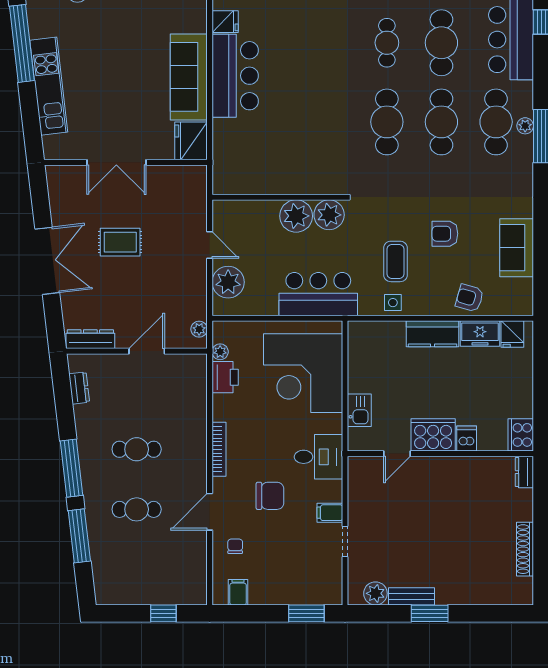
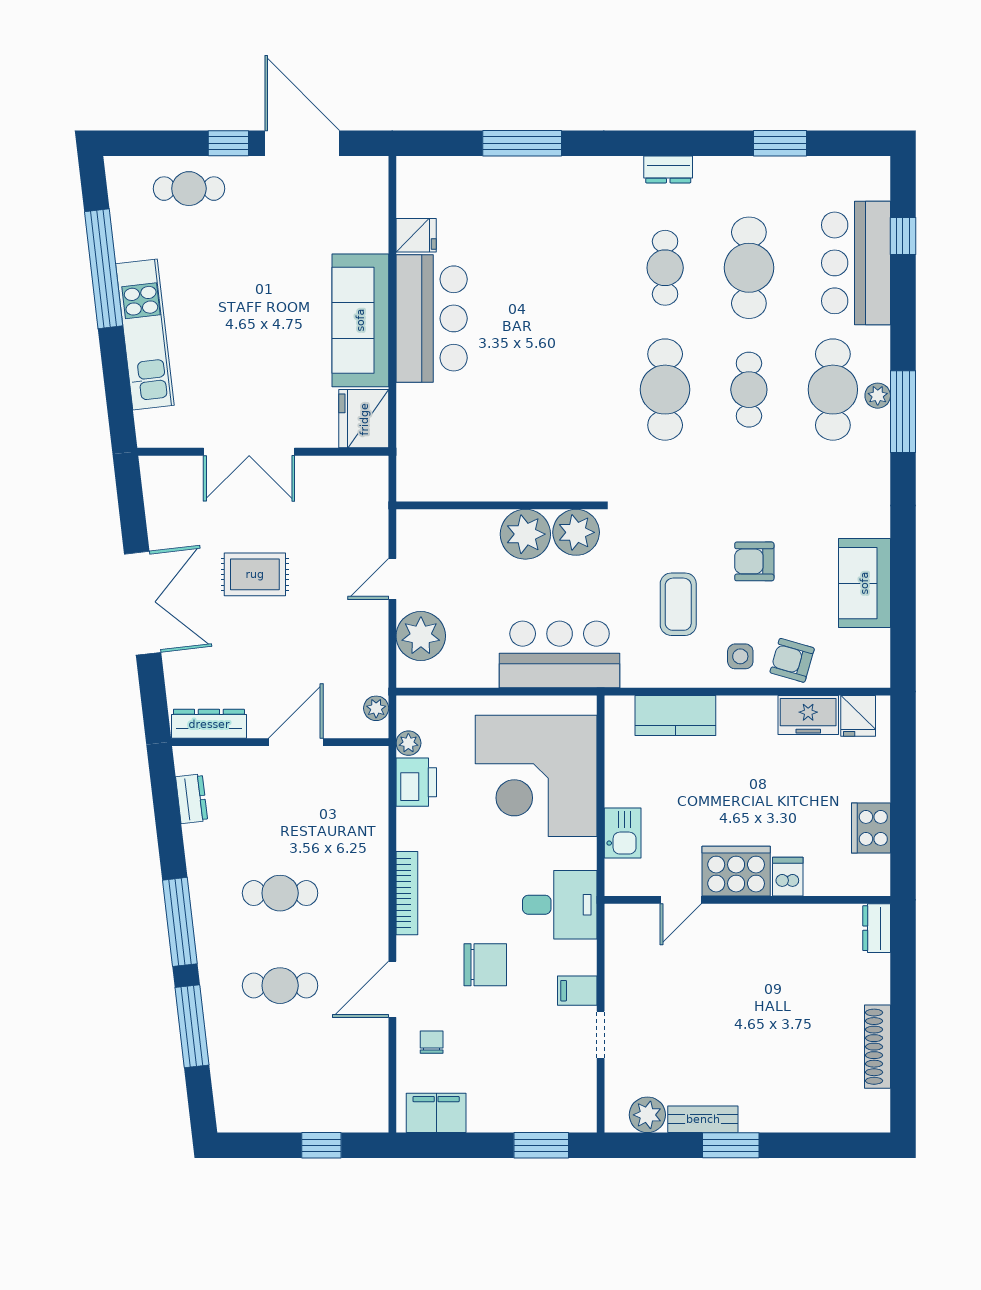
cafe table: (441, 122) -> (749, 390), width x0.73, depth x0.74
door: (210, 245) -> (392, 579), swing flipped
side table: (393, 303) -> (740, 656), moved
kitchen counter: (433, 334) -> (675, 715), moved
cooker: (521, 435) -> (871, 828), moved
filing cabinet: (238, 592) -> (436, 1113), width x2.00

